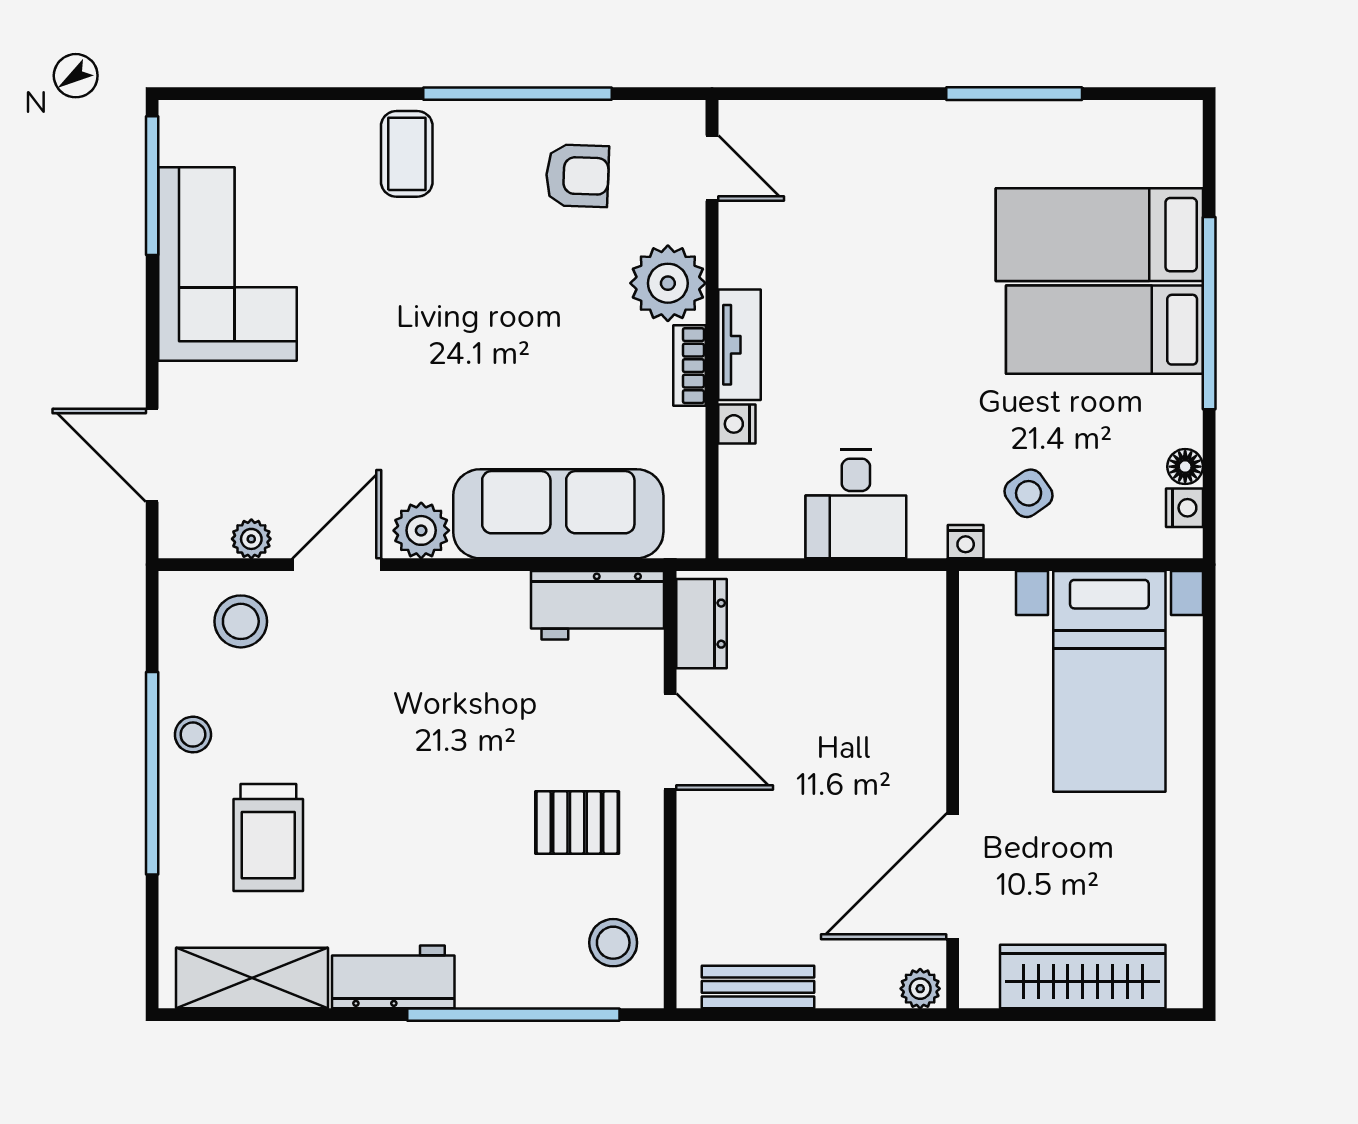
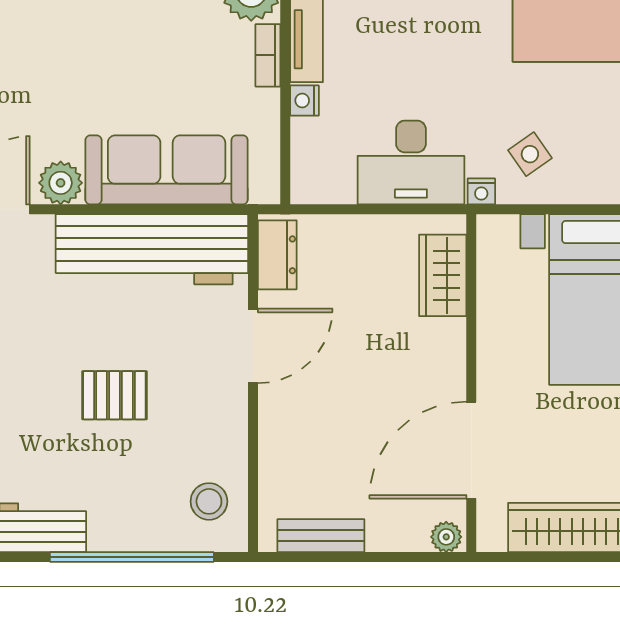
desk: (856, 504) -> (411, 162), width x1.37
workbench: (597, 605) -> (152, 249), width x1.88, depth x1.32
wardrobe: (916, 650) -> (443, 275), added
door: (670, 742) -> (253, 346), hinge flipped
pallet: (577, 822) -> (114, 395), moved

